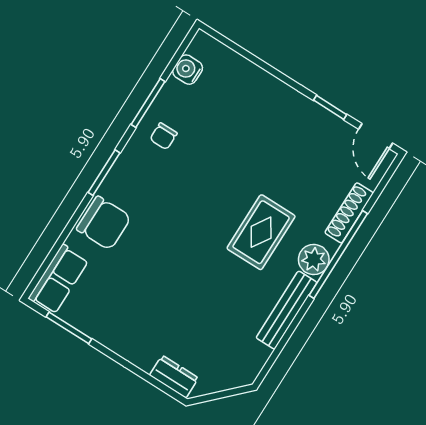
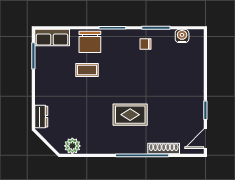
coffee table: (146, 256) -> (87, 70), added
plant: (314, 259) -> (72, 146), moved
bench: (287, 310) -> (103, 148), removed

